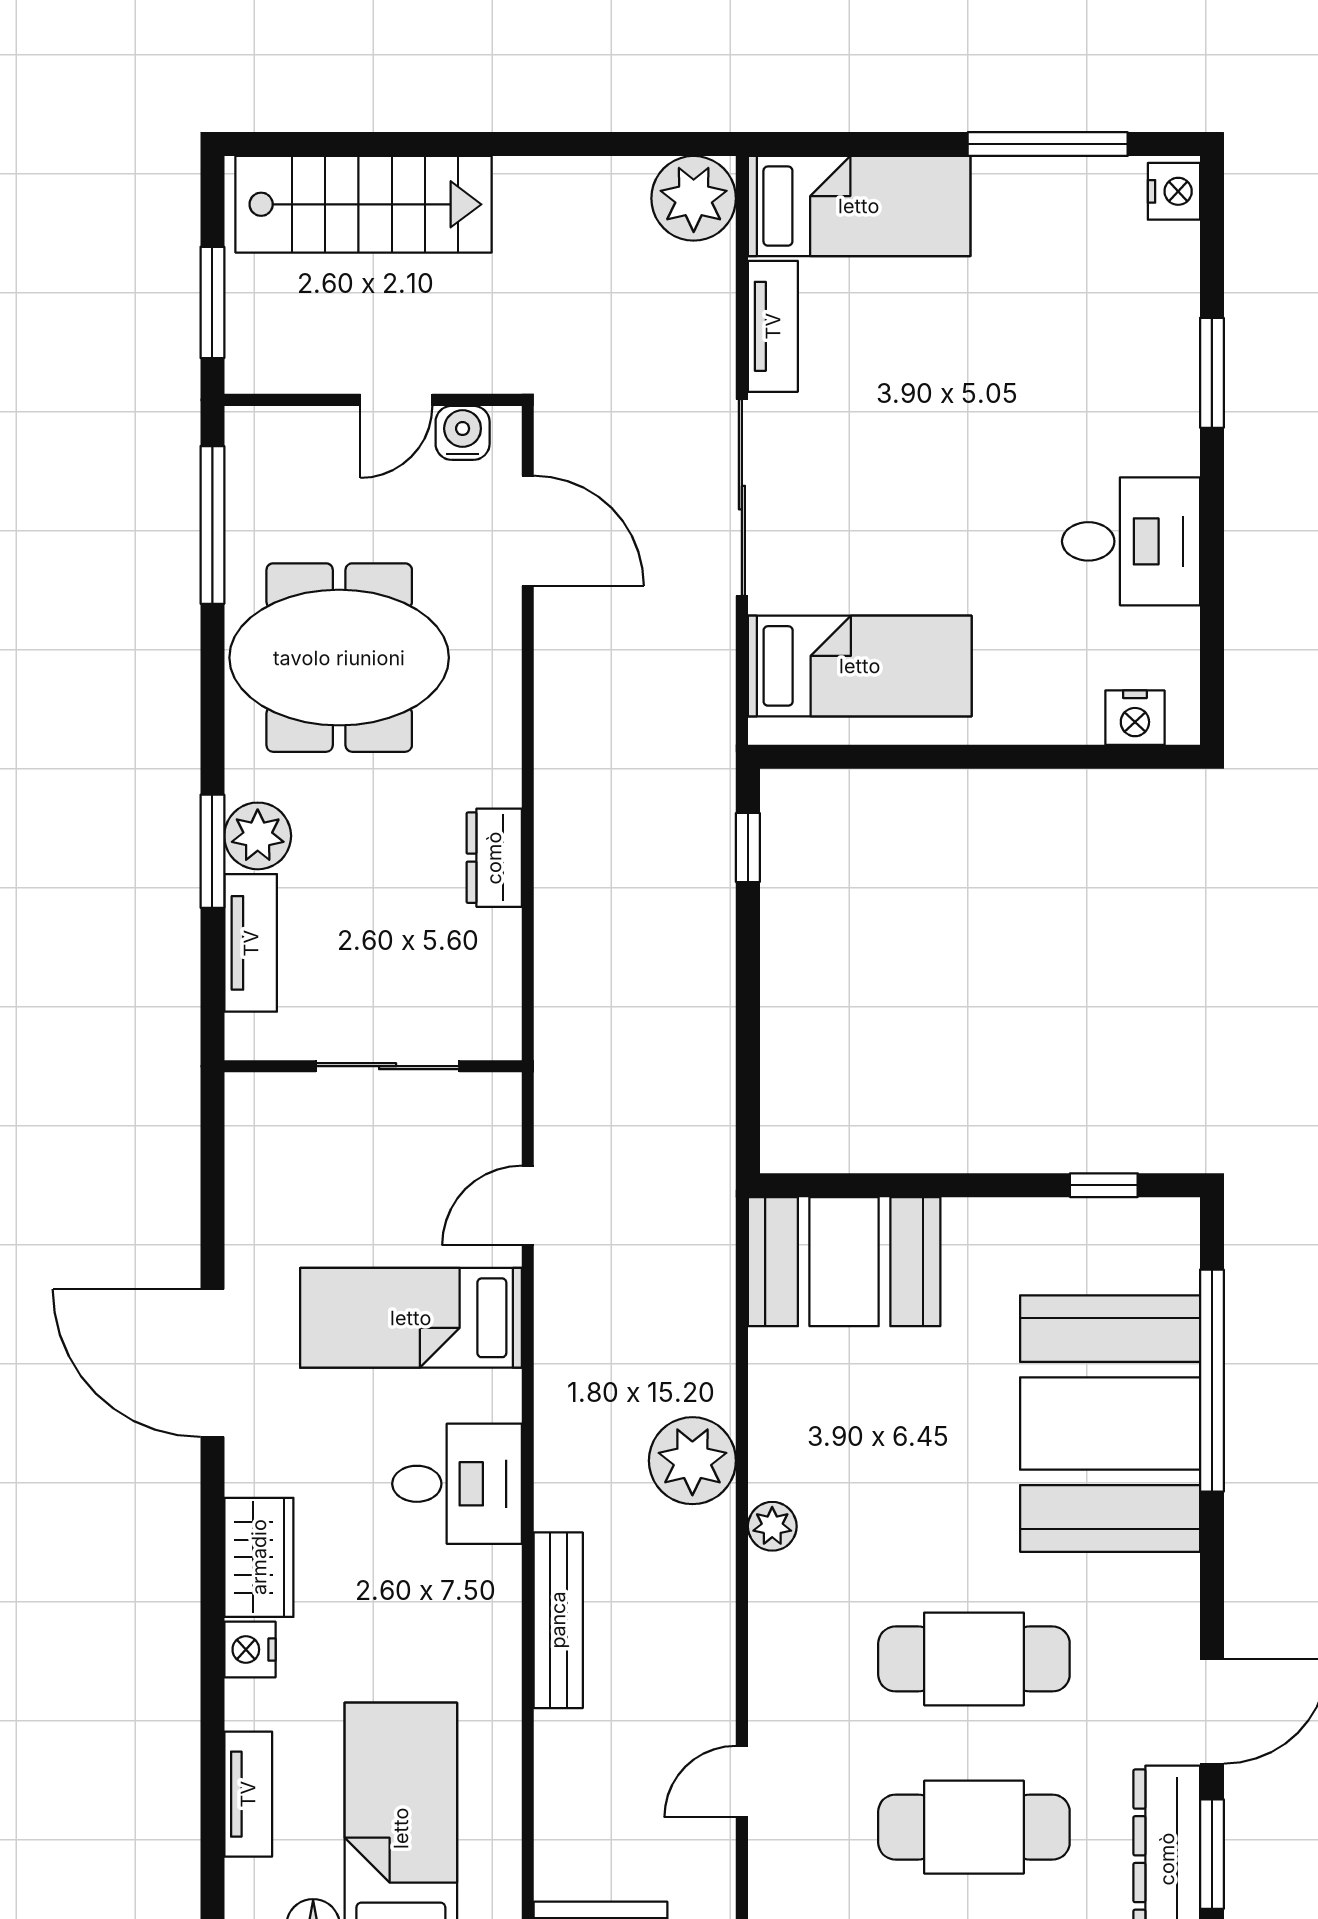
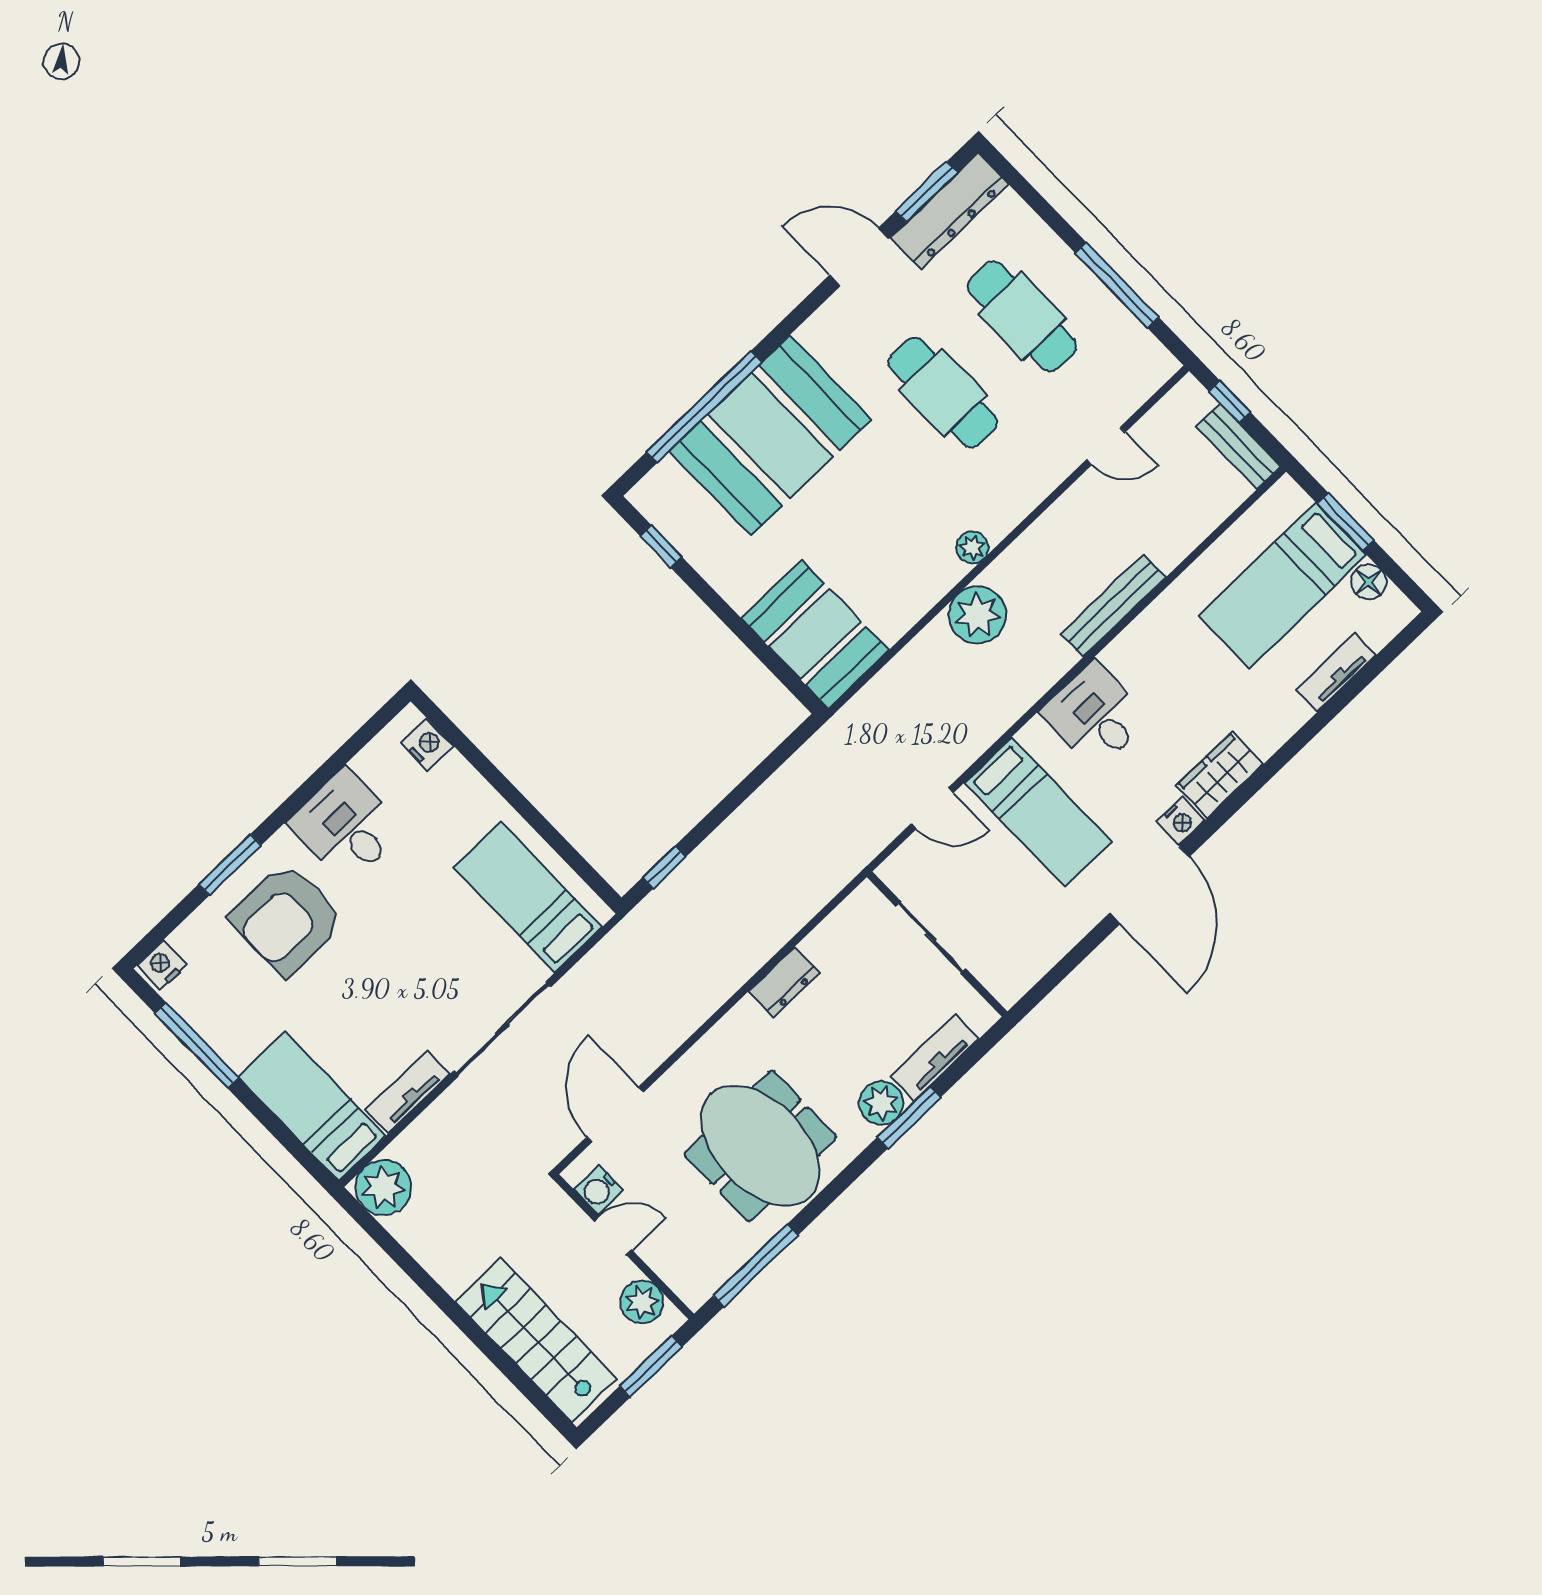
plant: (293, 361) -> (642, 1302), added
armchair: (1092, 378) -> (287, 919), added
nightstand: (250, 1650) -> (1181, 821), moved

